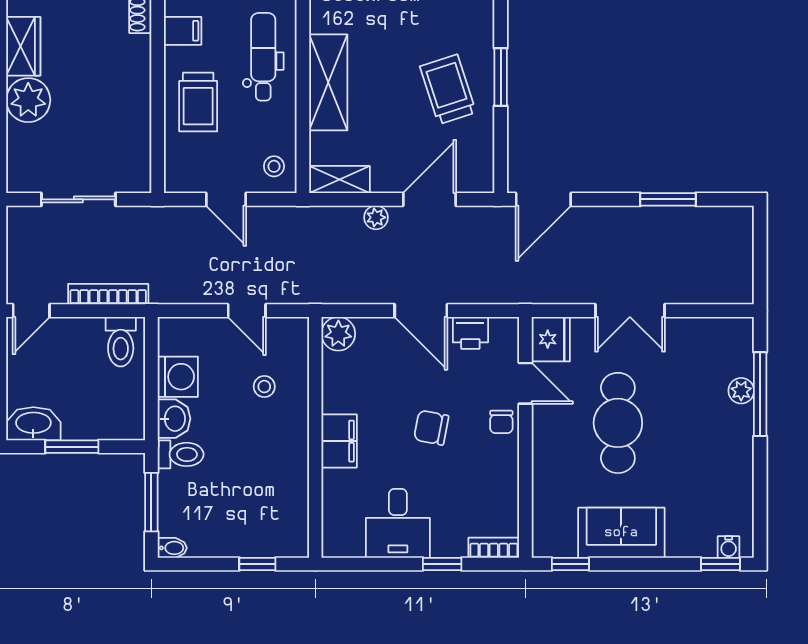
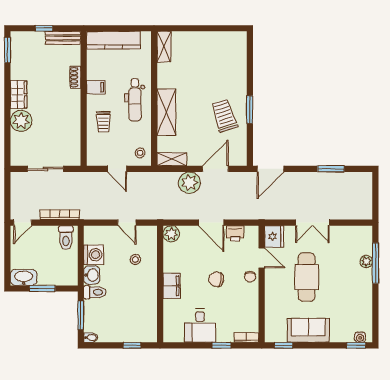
dental chair: (263, 57) -> (135, 100), turned 180
trolley: (198, 102) -> (103, 122), width x0.73, depth x0.72
plant: (376, 217) -> (189, 183), width x1.87, depth x1.87

